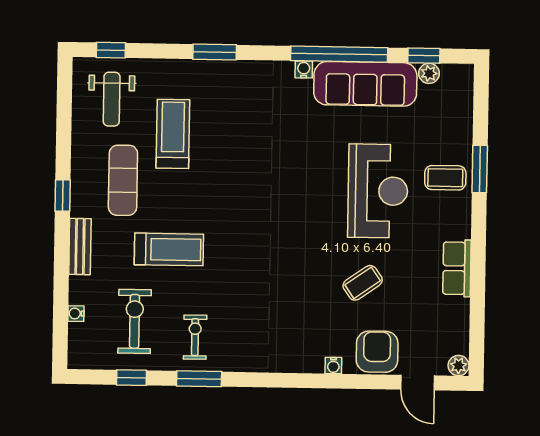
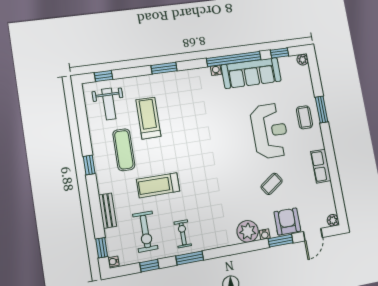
plant: (429, 73) -> (303, 60), moved
coffee table: (445, 178) -> (304, 117), turned 90
bench: (80, 247) -> (107, 211), moved
treadmill: (169, 249) -> (158, 185), turned 180
water cooler: (76, 314) -> (113, 261), moved
exercise bike: (135, 321) -> (145, 232), turned 180
window: (60, 333) -> (102, 248), added
plant: (305, 355) -> (248, 231), added
window: (359, 382) -> (281, 241), added
door: (418, 383) -> (313, 235), hinge flipped

